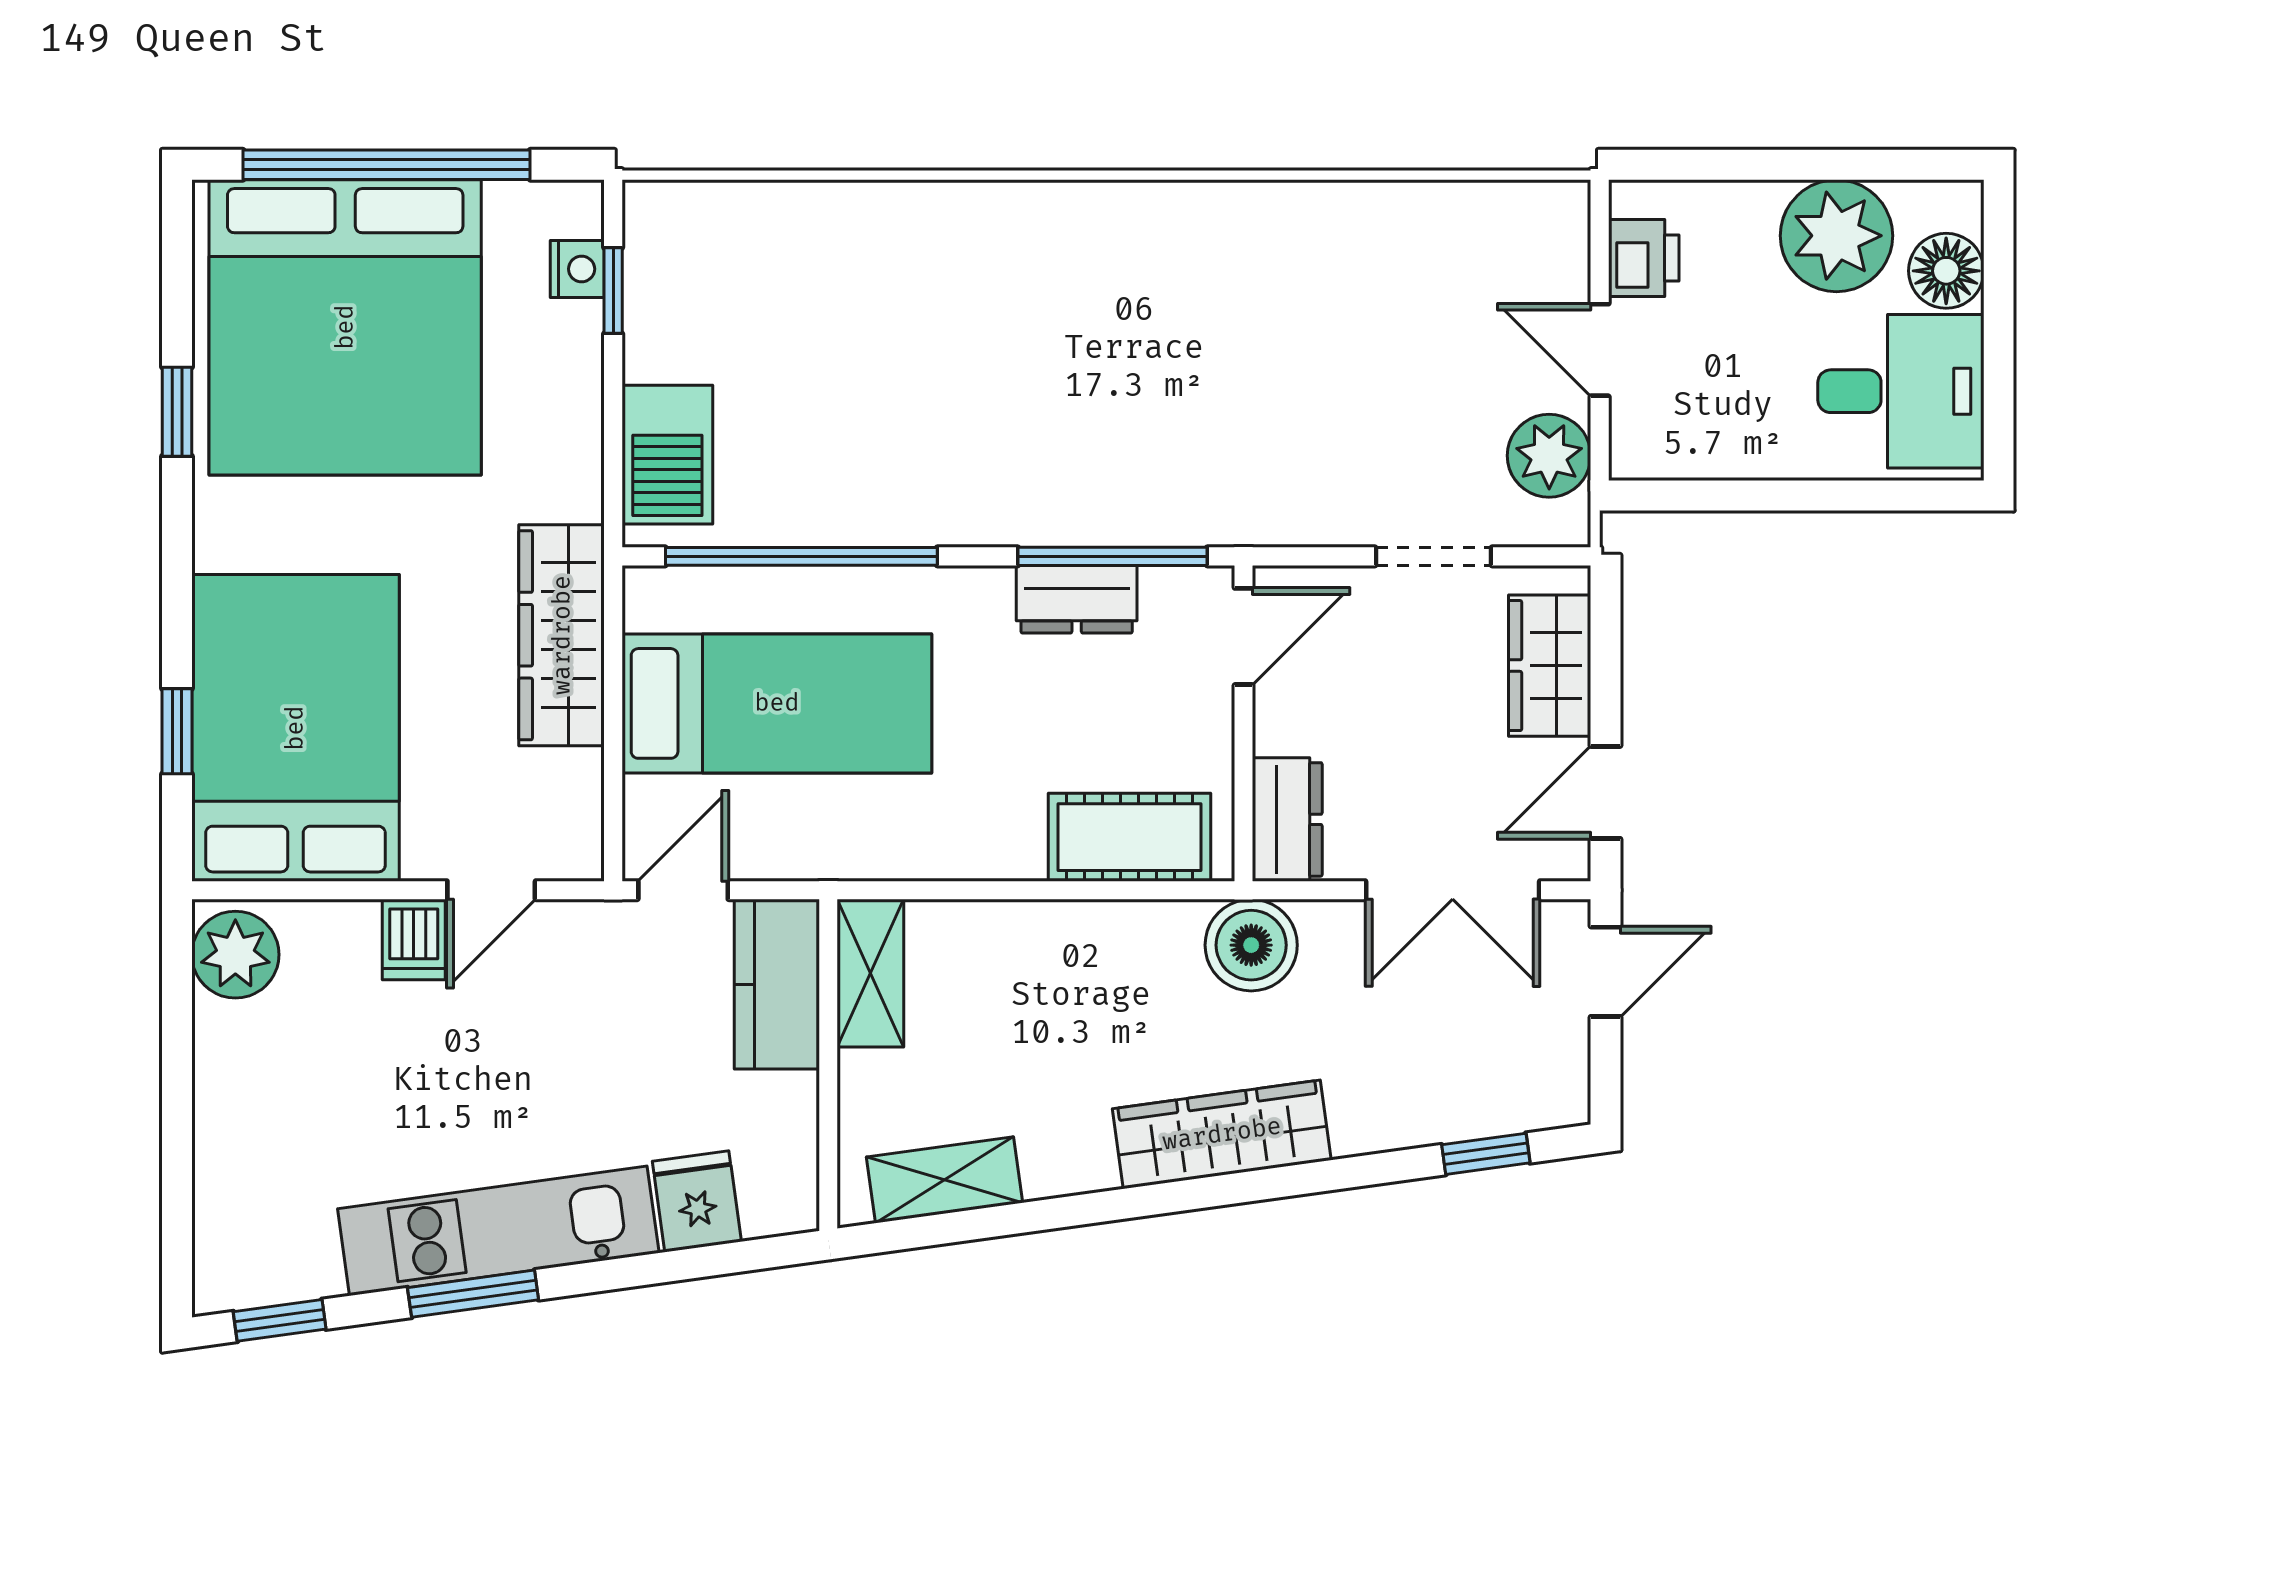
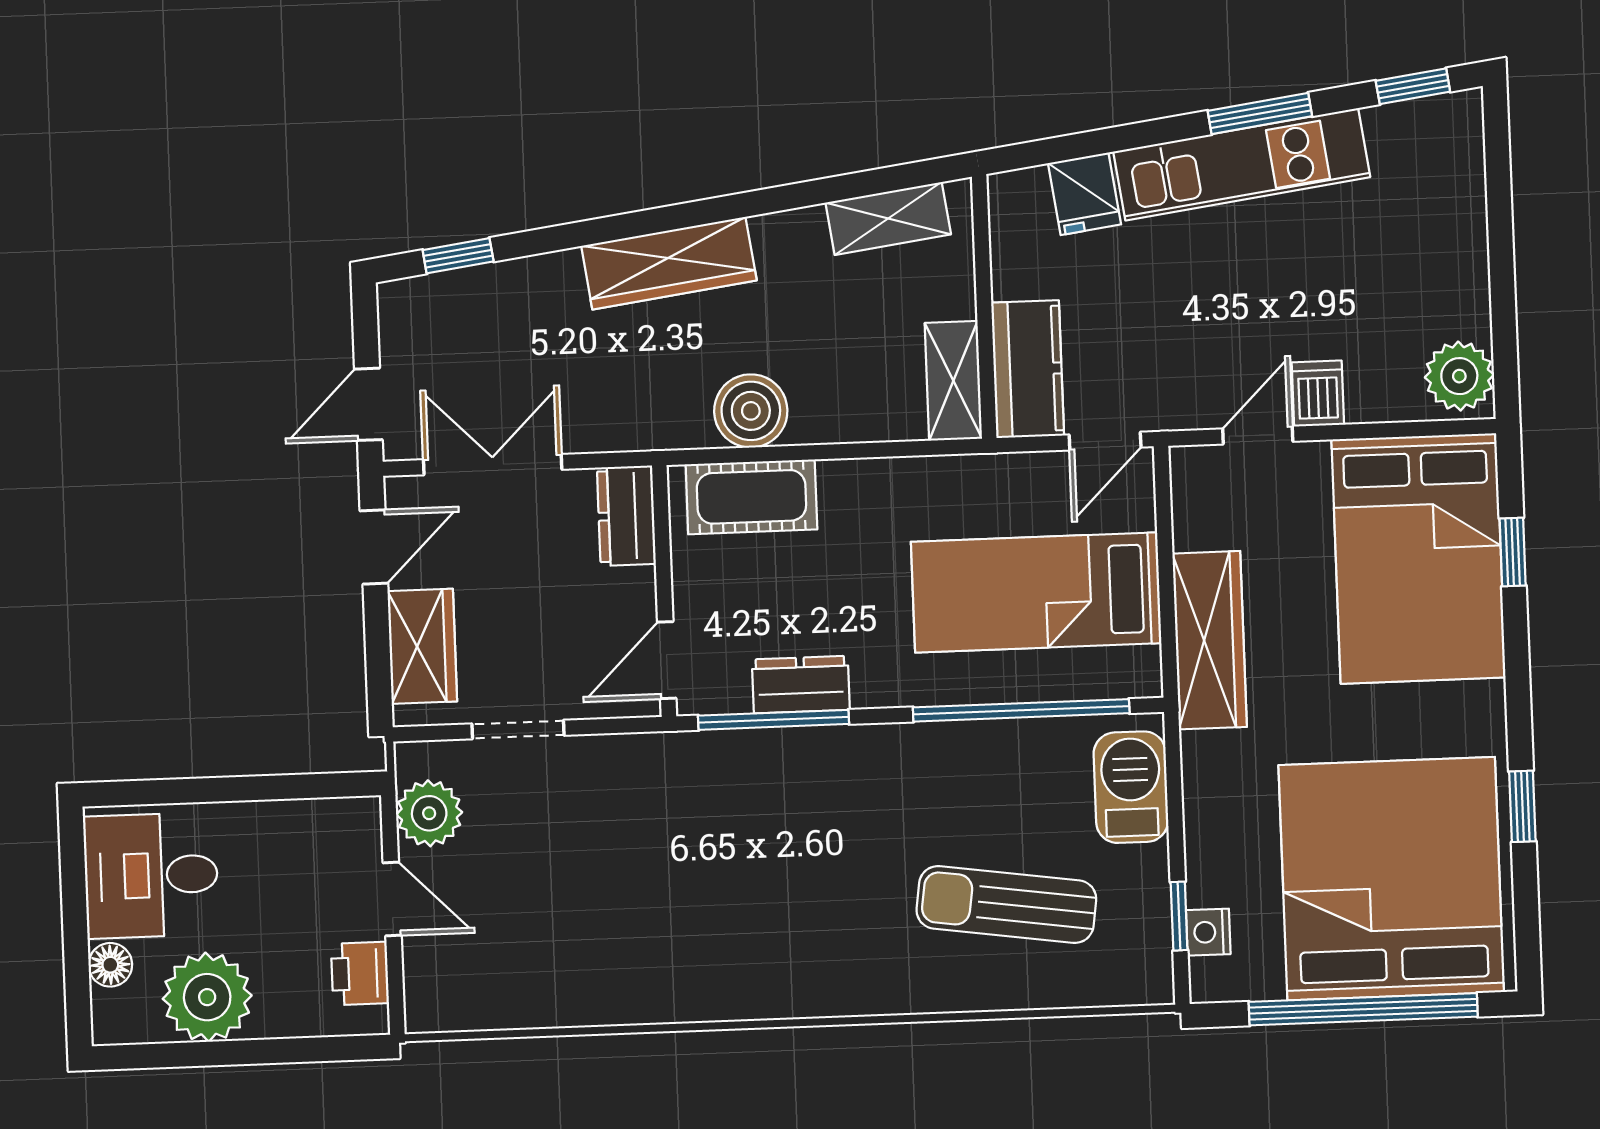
floor lamp: (1946, 271) -> (110, 965), width x0.73, depth x0.73
sun lounger: (829, 313) -> (1006, 904), added
boiler: (1251, 945) -> (751, 411), moved

